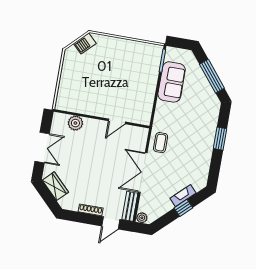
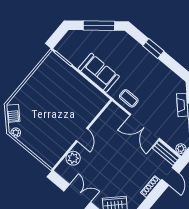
plant: (69, 56) -> (16, 133), added
sofa: (172, 82) -> (99, 73), moved
door: (117, 121) -> (82, 135), moved

